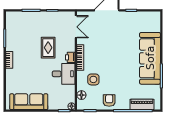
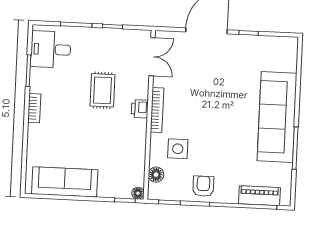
desk: (64, 74) -> (51, 49), moved, turned 180

